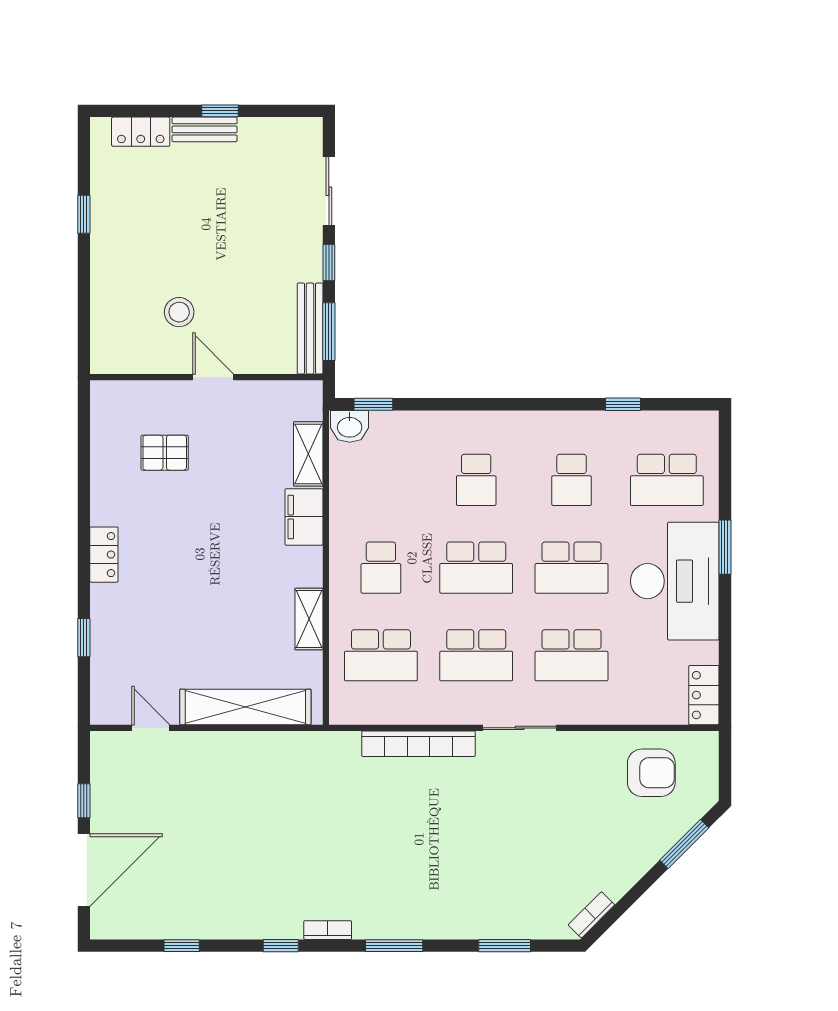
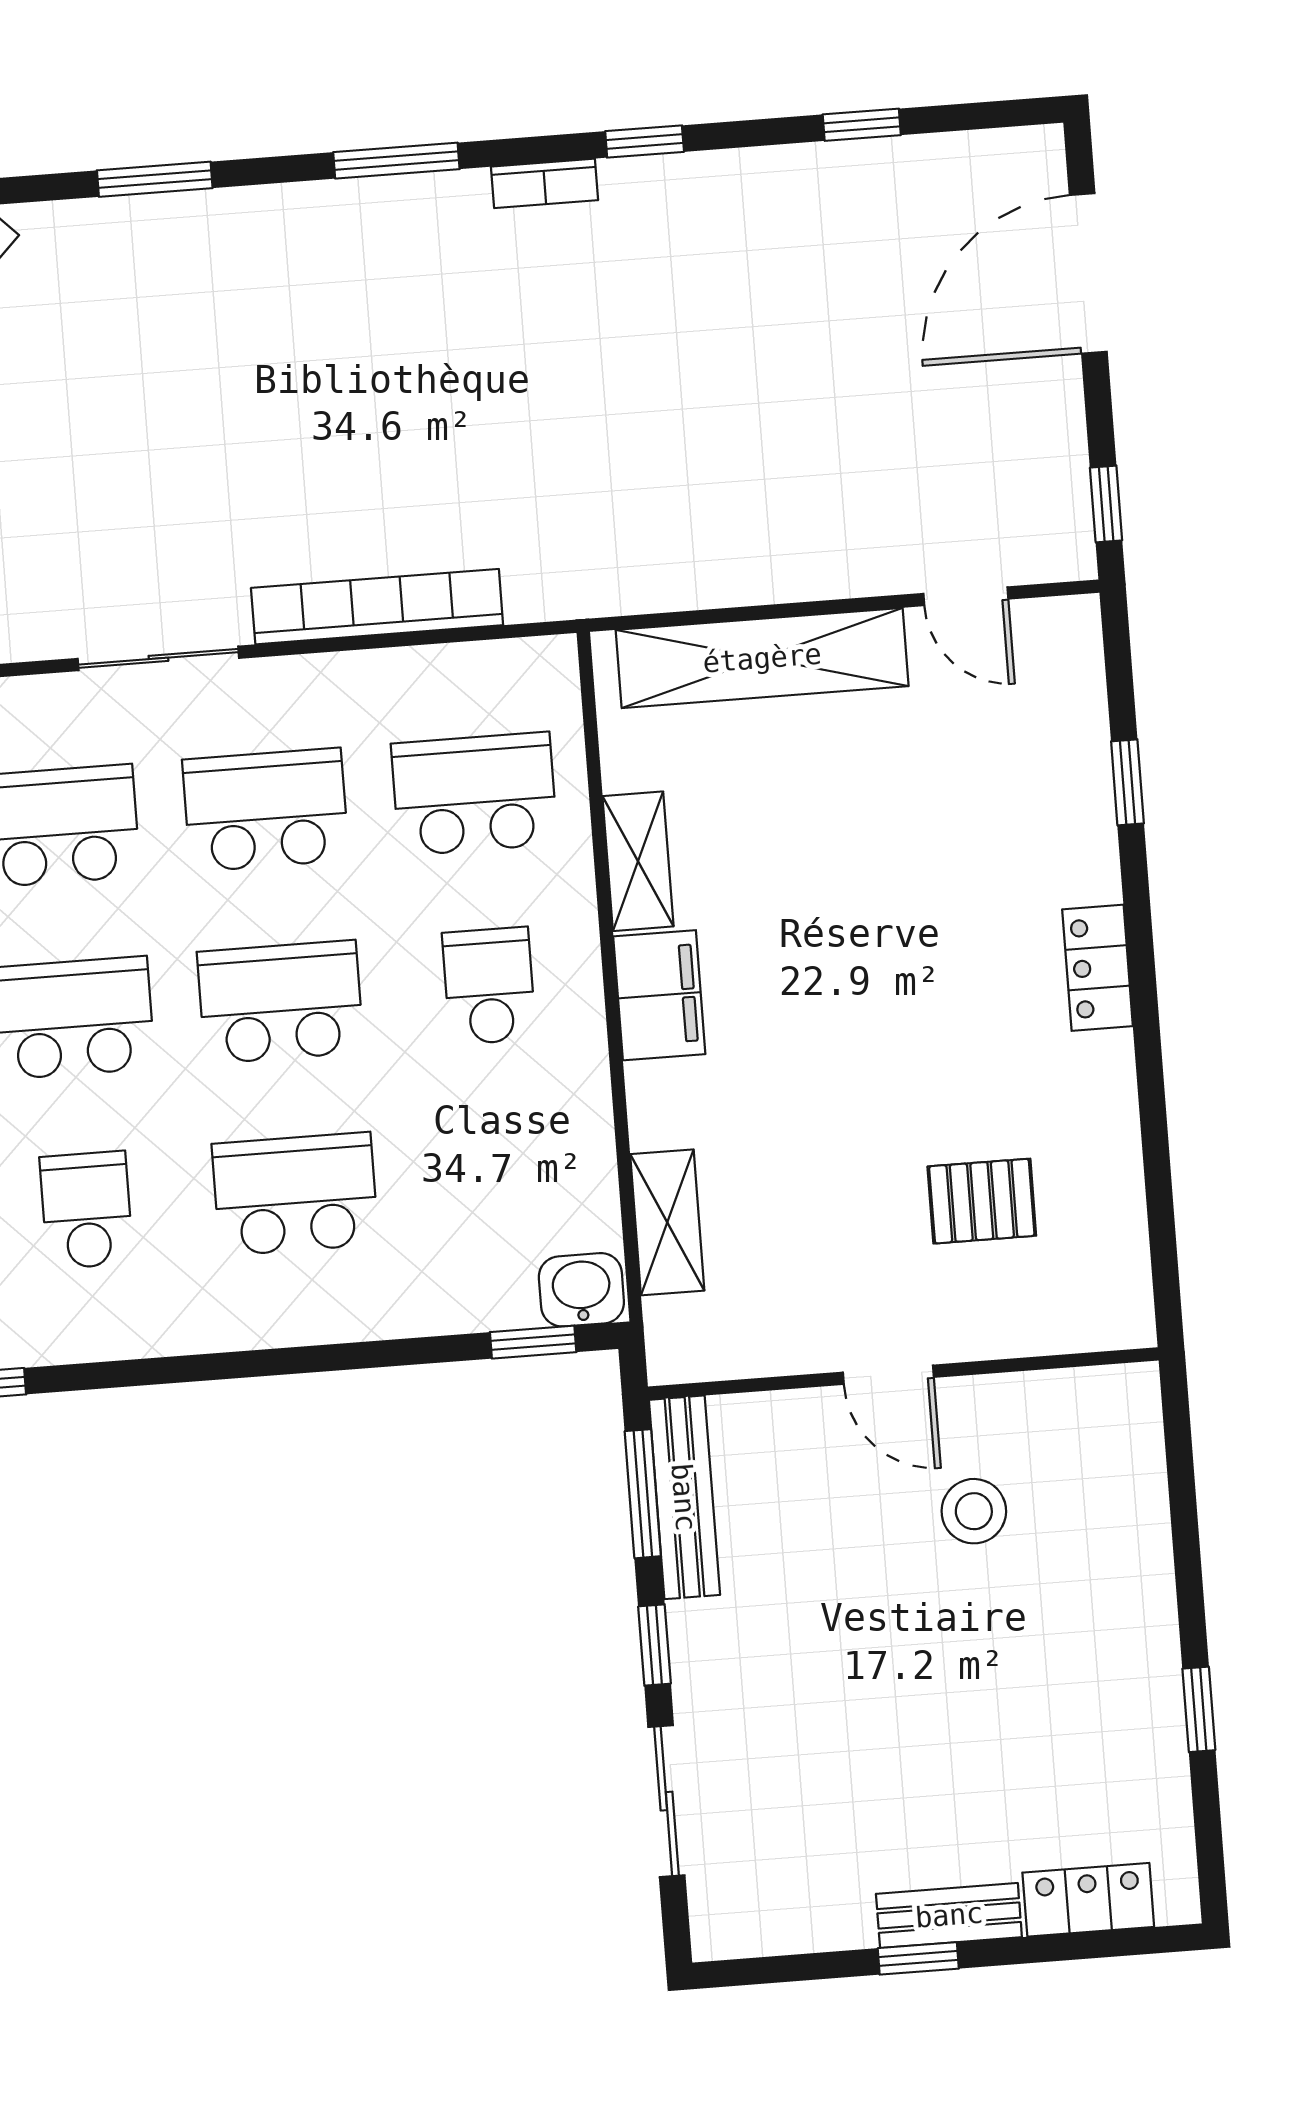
school desk: (476, 480) -> (295, 1194), width x1.85
filing cabinet: (304, 517) -> (659, 995), moved
window: (84, 801) -> (1106, 504), moved

